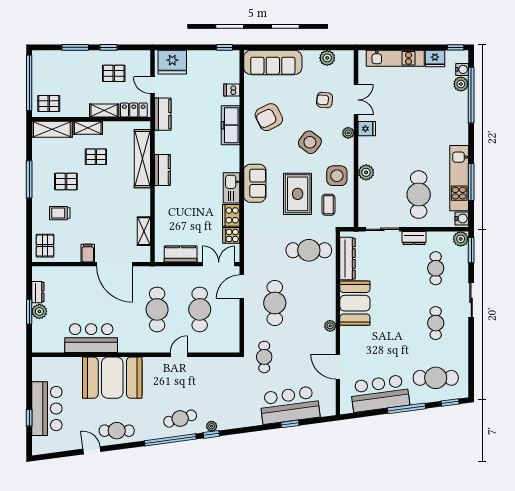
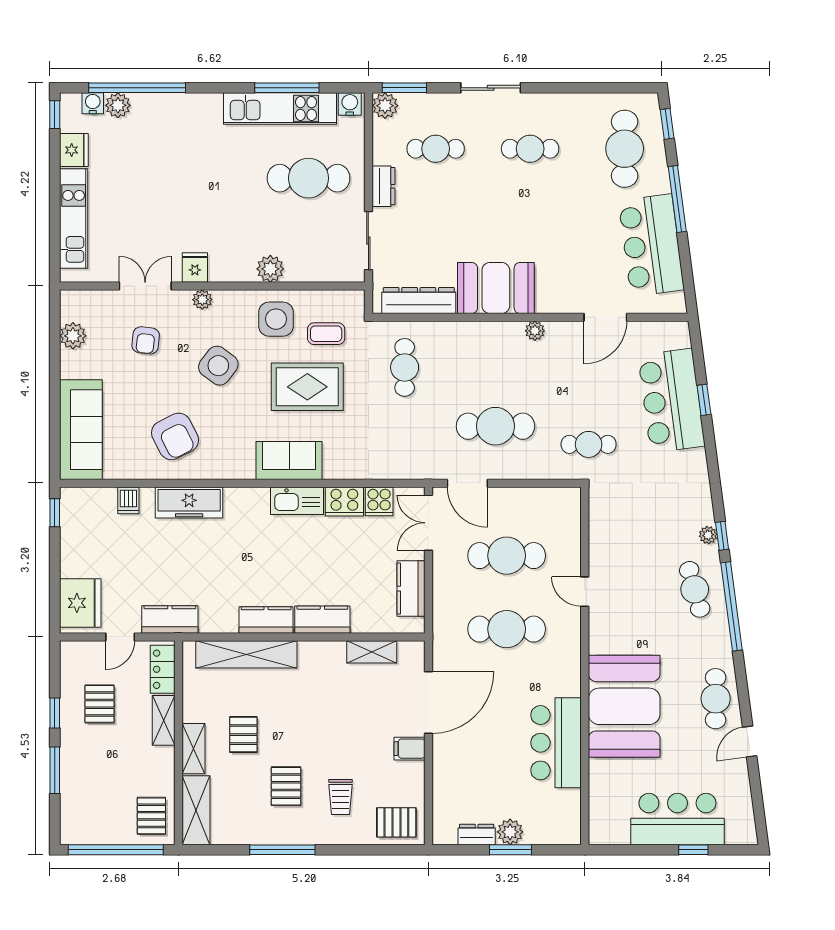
kitchen counter: (163, 203) -> (322, 620), added
cafe table: (309, 250) -> (405, 367), width x0.73, depth x0.74

